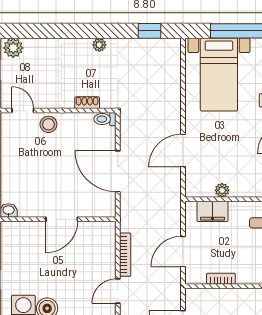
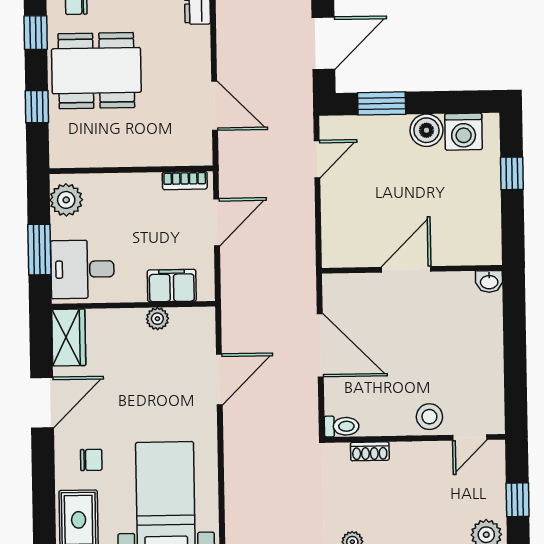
door: (23, 111) -> (470, 437), hinge flipped
bookcase: (125, 255) -> (306, 216), removed
bookcase: (221, 279) -> (185, 181), moved

